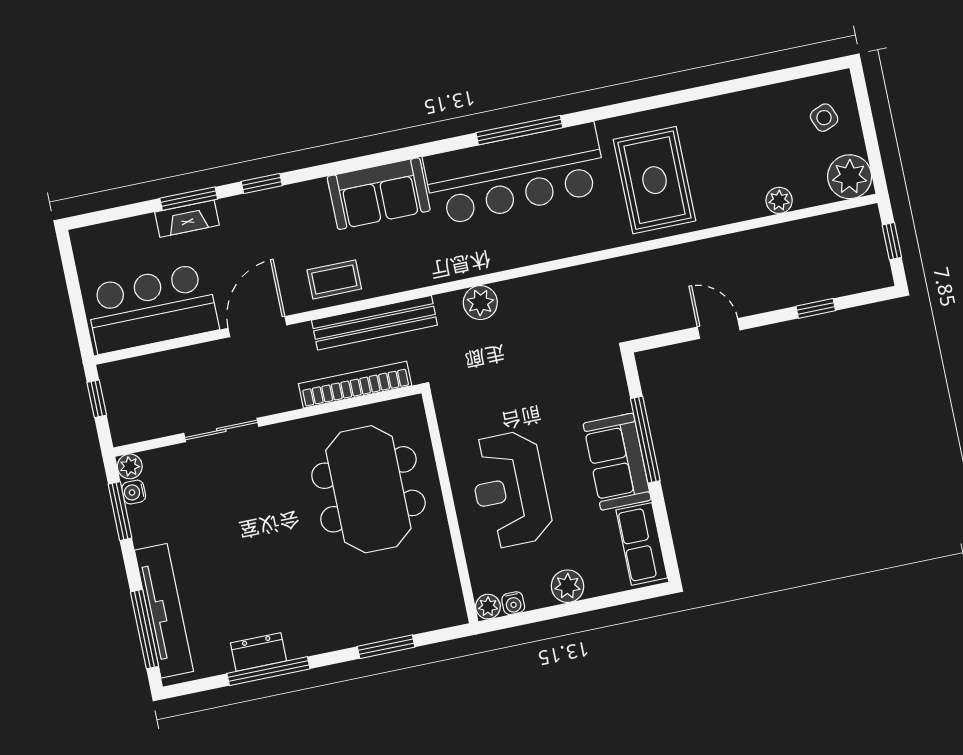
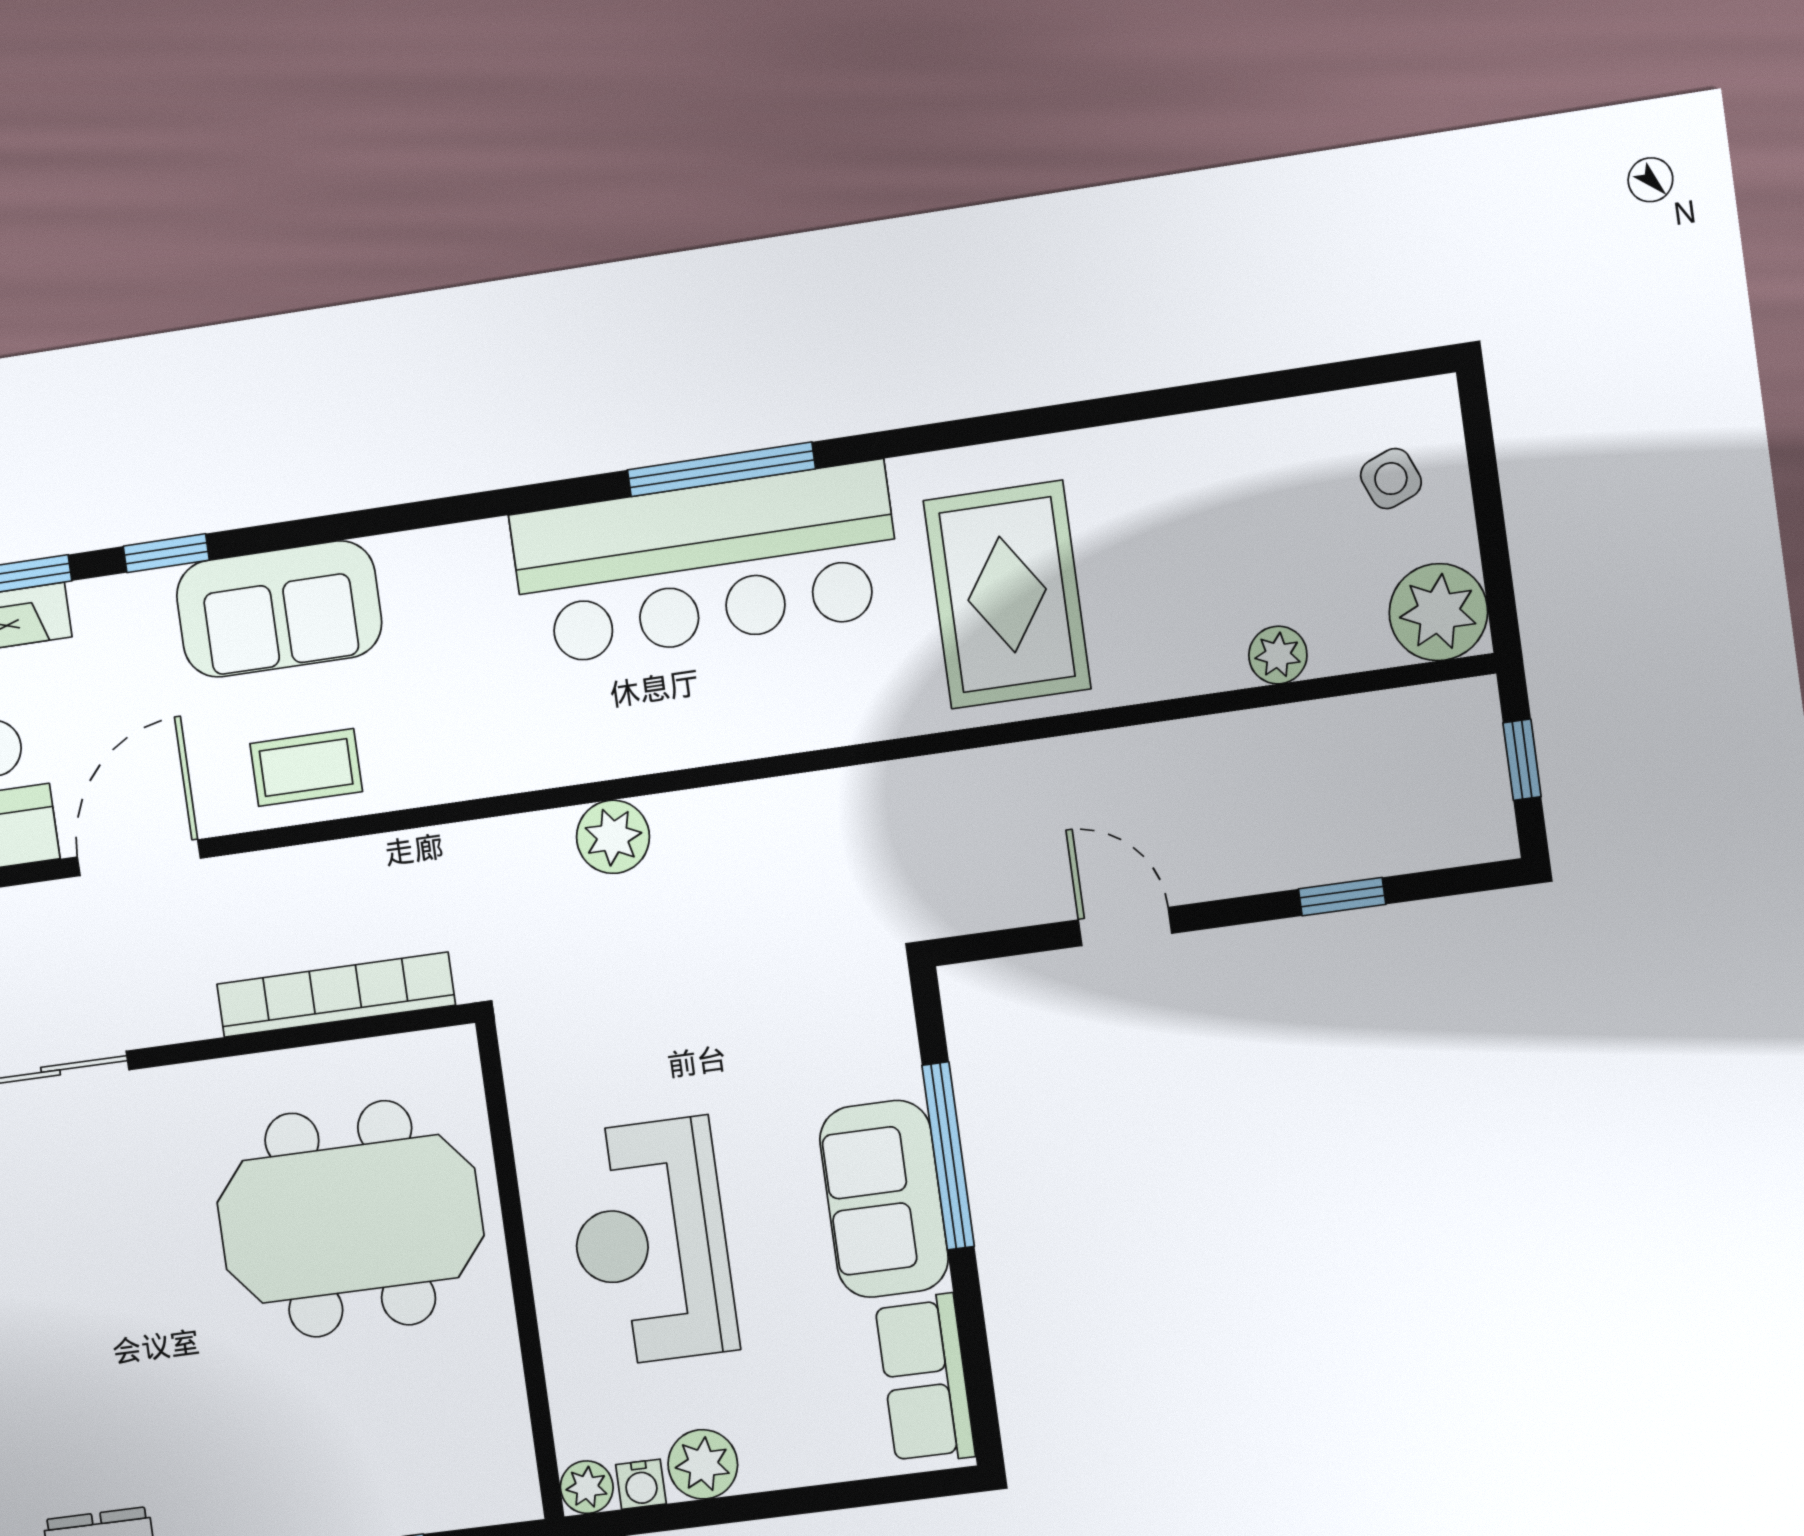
sofa: (379, 194) -> (279, 609), moved
bench: (374, 323) -> (385, 865), removed
meeting table: (368, 489) -> (350, 1219), turned 90
plant: (568, 586) -> (703, 1464), moved

